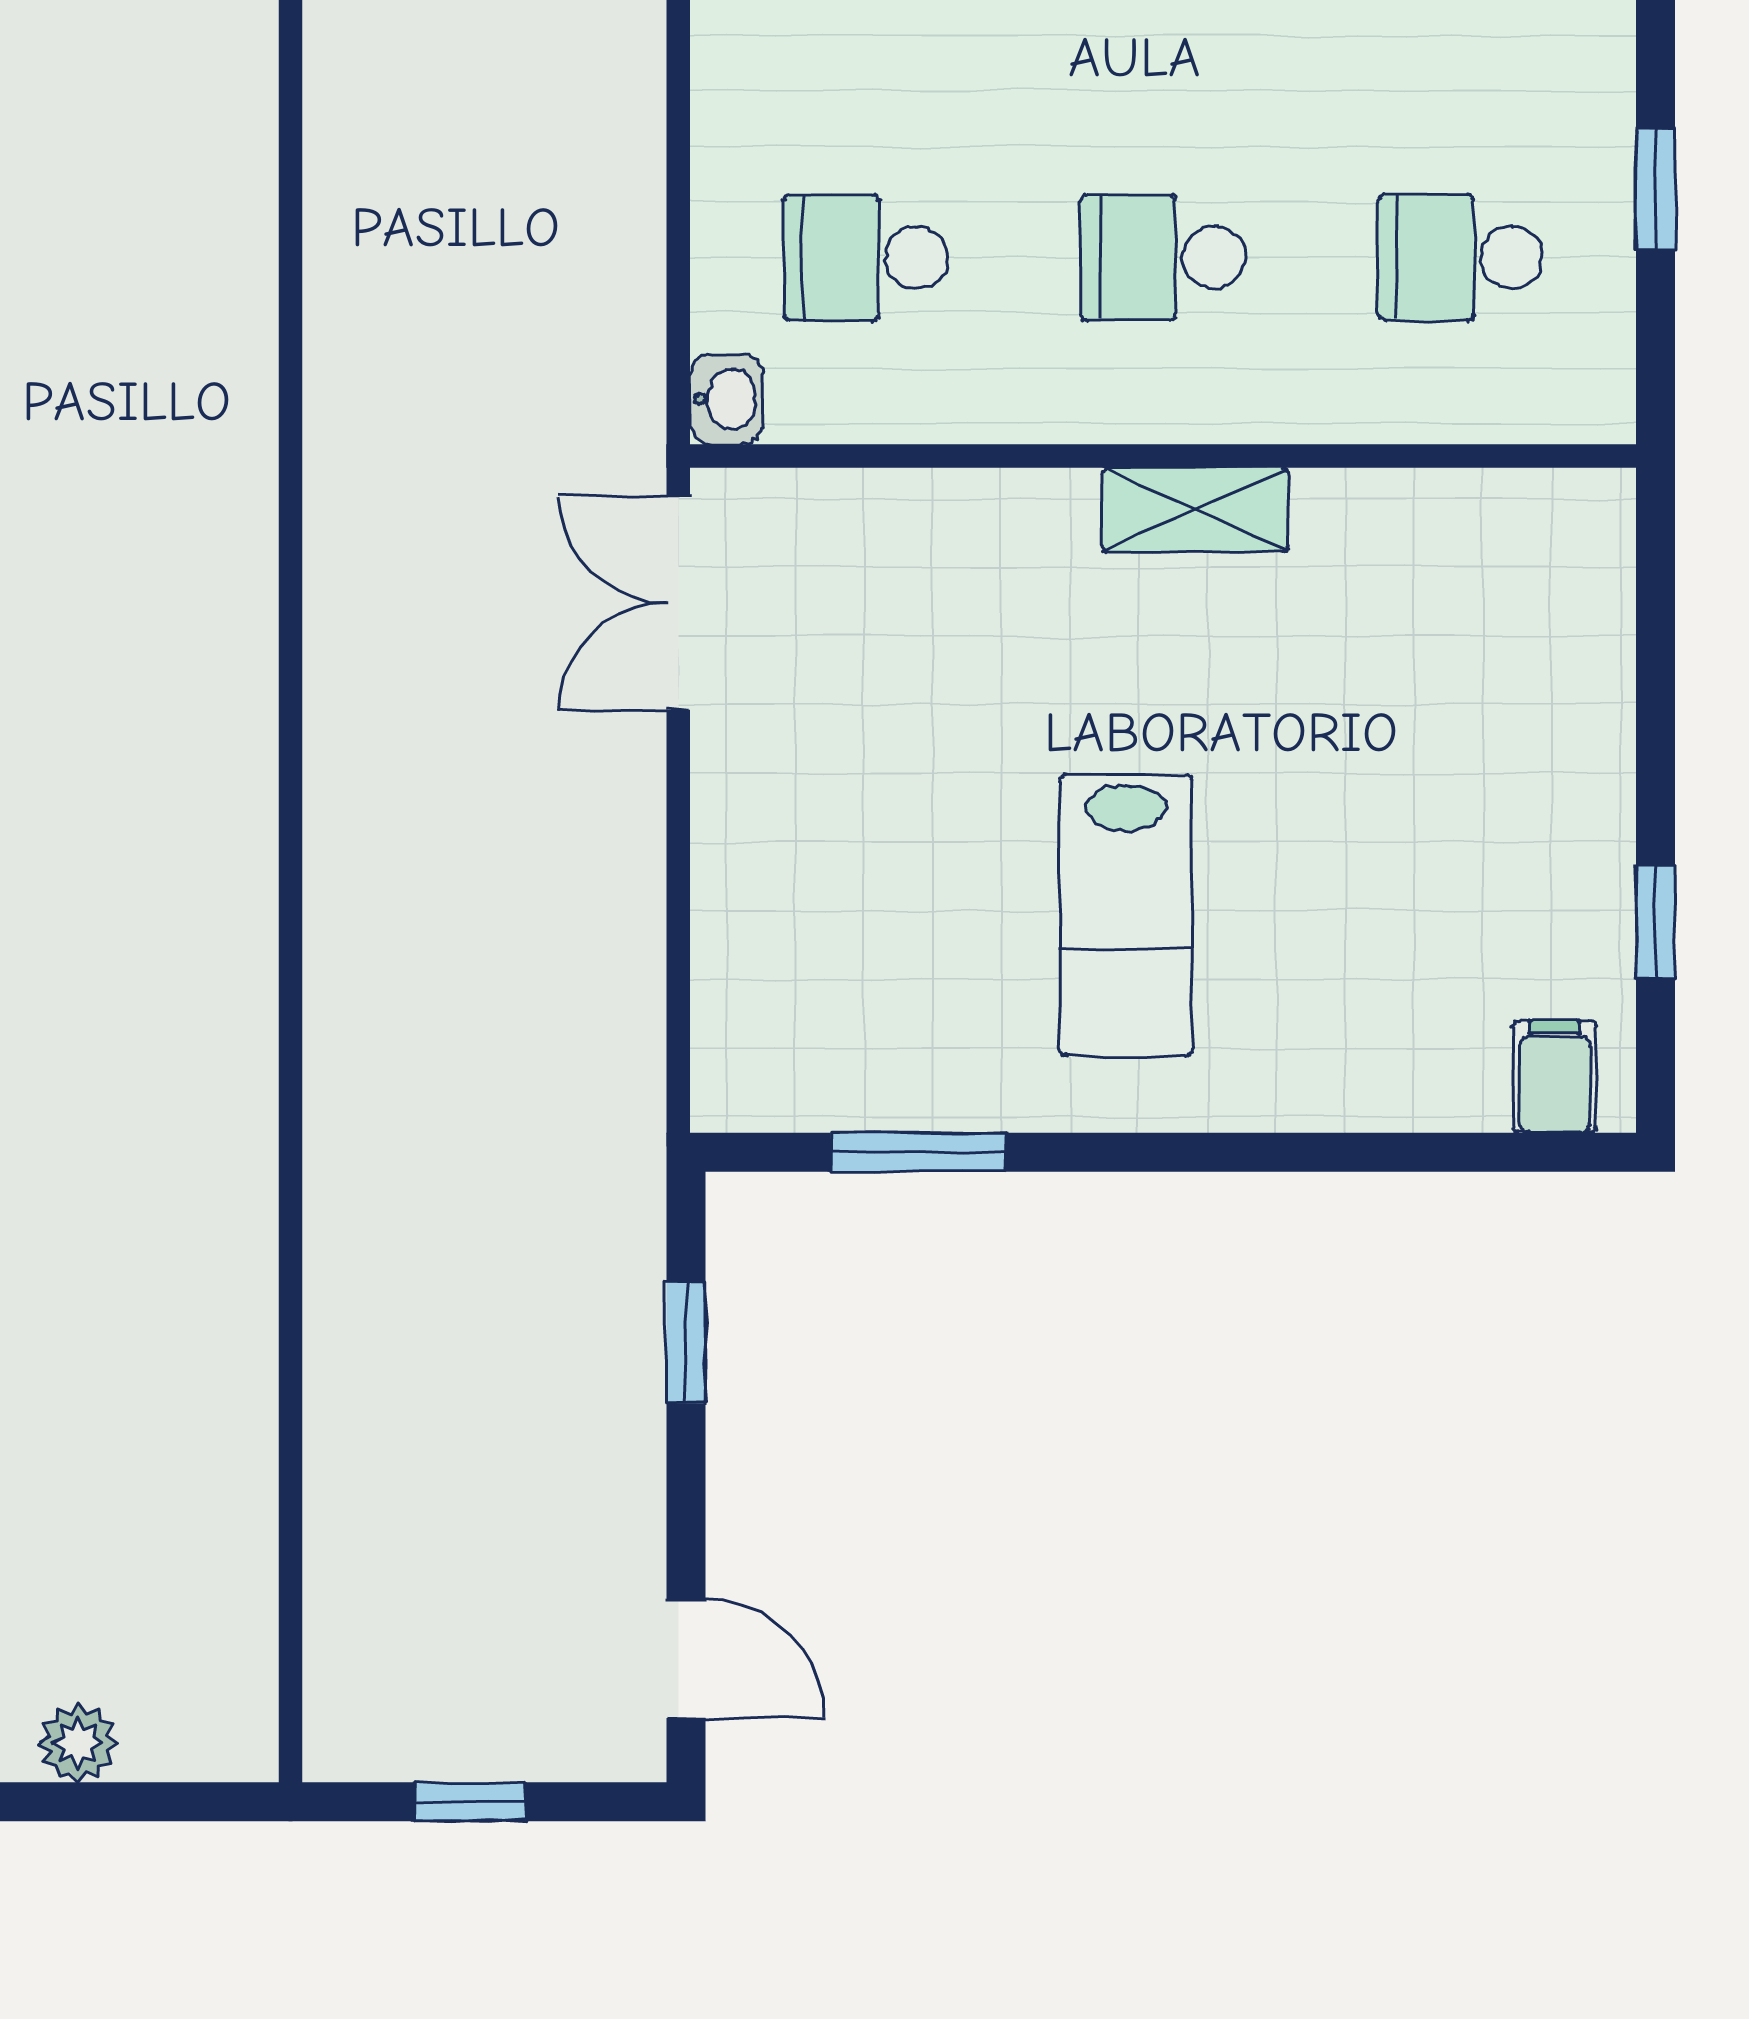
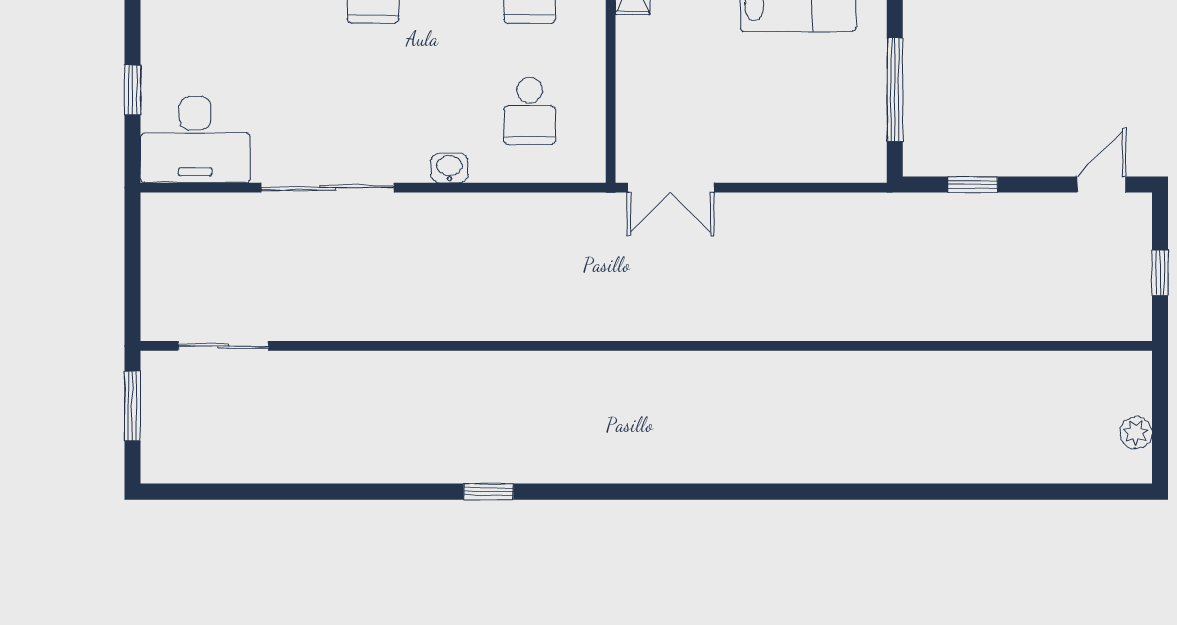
washbasin: (727, 399) -> (449, 168), moved
window: (918, 1152) -> (895, 90), width x1.44

